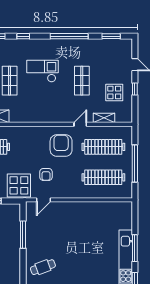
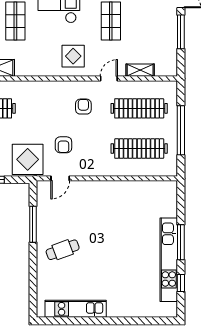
window: (135, 89) -> (181, 32), width x2.17
display table: (114, 92) -> (73, 56), moved
armchair: (61, 146) -> (83, 107), width x0.53, depth x0.53
cafe table: (43, 267) -> (63, 250), moved

